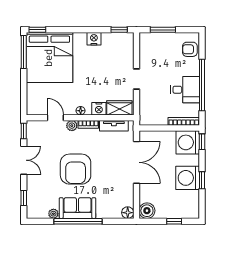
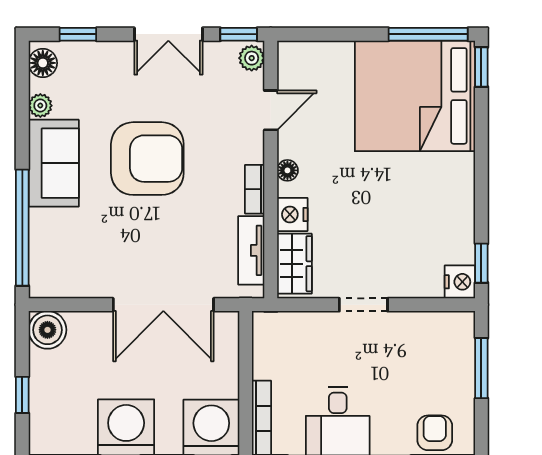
nightstand: (94, 39) -> (460, 282), moved
plant: (72, 126) -> (252, 58), moved
armchair: (76, 169) -> (147, 159), turned 180
floor lamp: (128, 213) -> (43, 63), moved
window: (78, 221) -> (22, 228), moved

